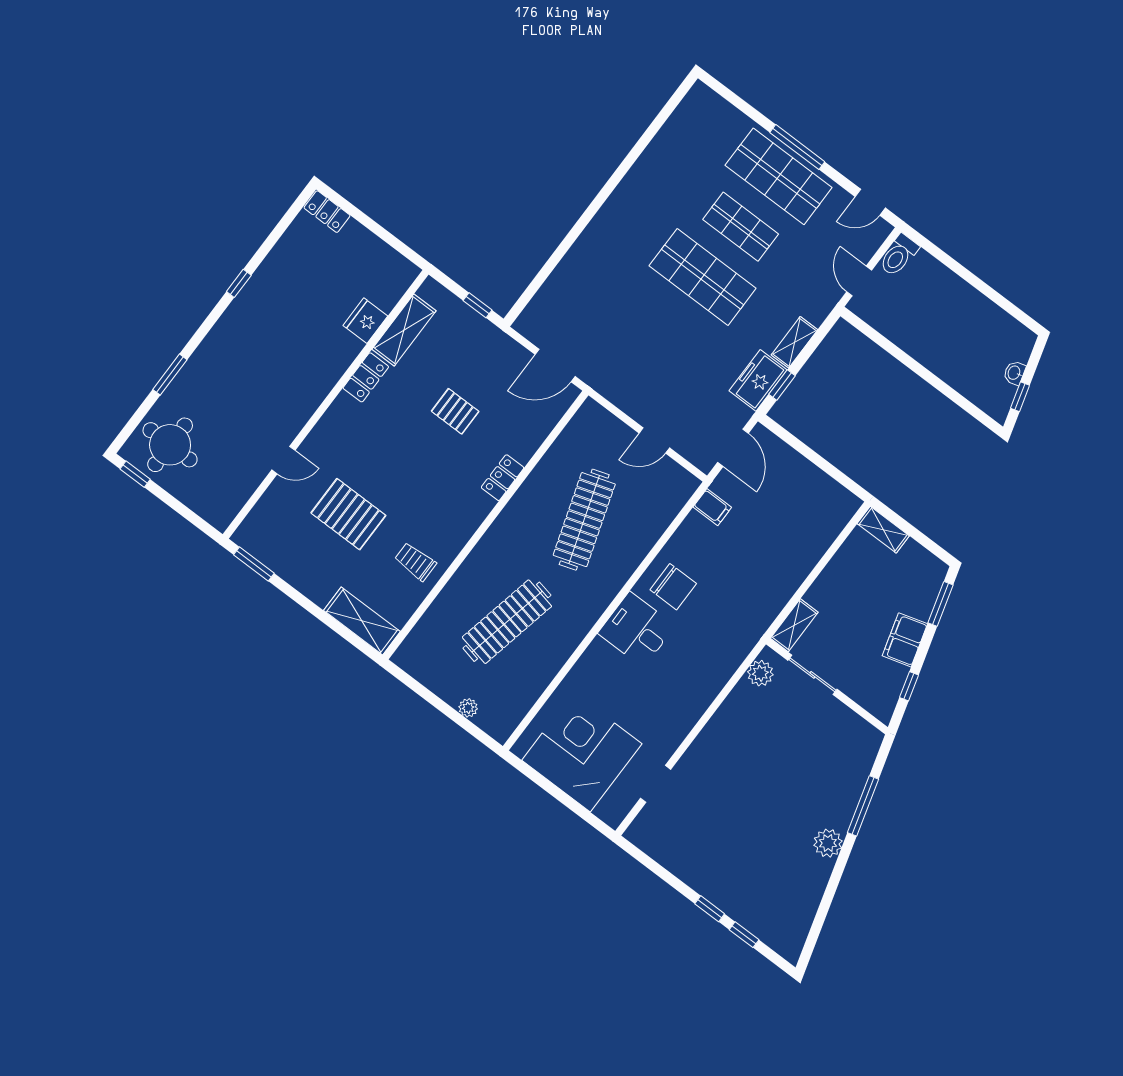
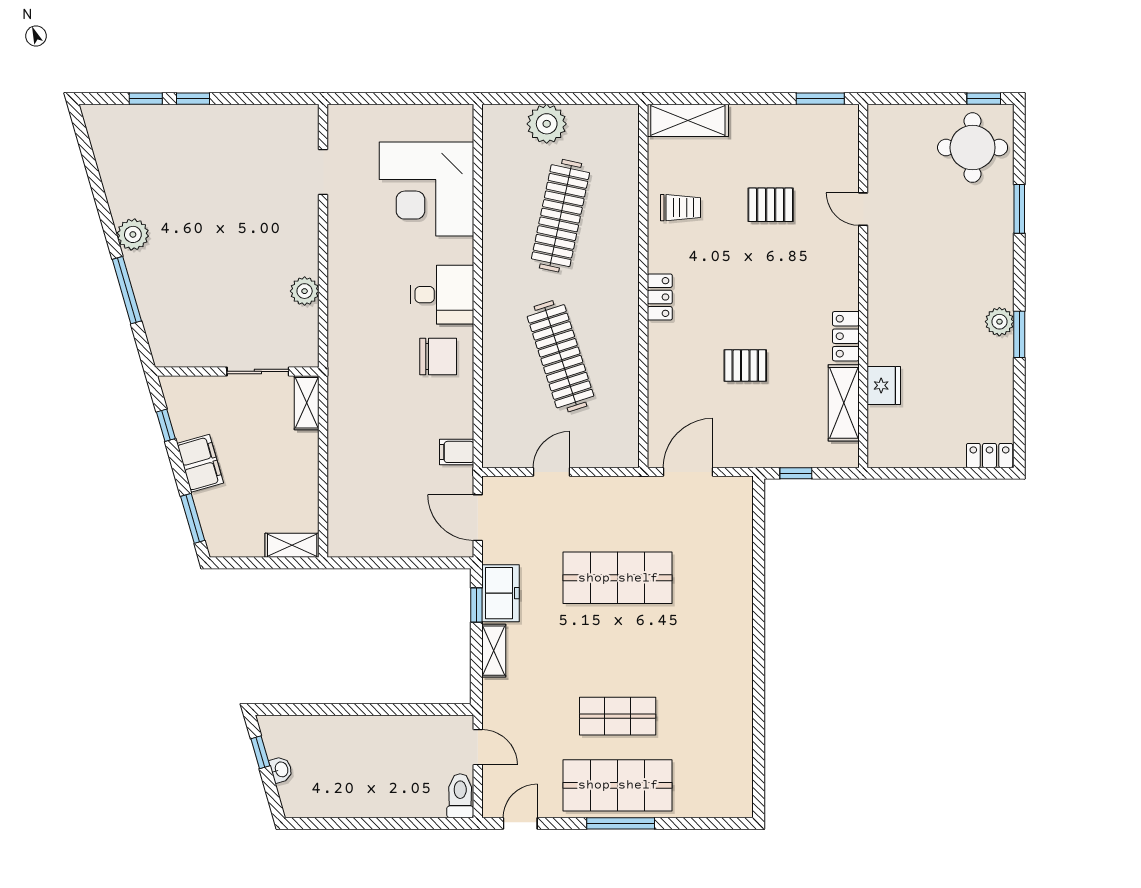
shop shelf: (703, 277) -> (618, 578), moved
window: (239, 283) -> (1019, 334), width x1.50
plant: (246, 303) -> (999, 322), added
door: (283, 460) -> (863, 209), hinge flipped
locker: (503, 478) -> (660, 297), moved
pallet: (348, 514) -> (771, 205), width x0.67, depth x0.71
chair: (673, 587) -> (438, 356), turned 180
plant: (760, 673) -> (305, 291), moved
plant: (468, 708) -> (547, 124), width x1.88, depth x1.88
corner desk: (582, 752) -> (427, 189), moved, turned 90

